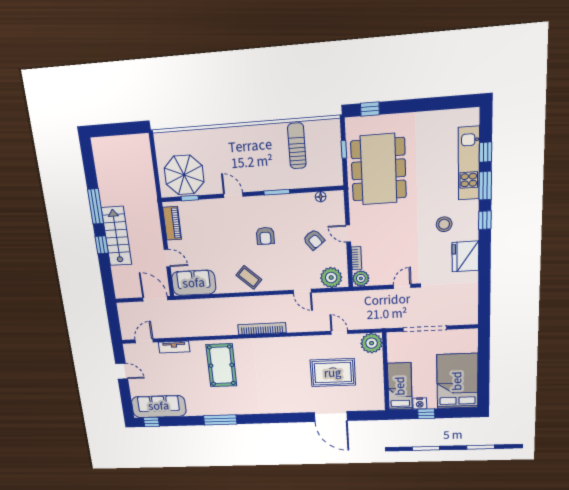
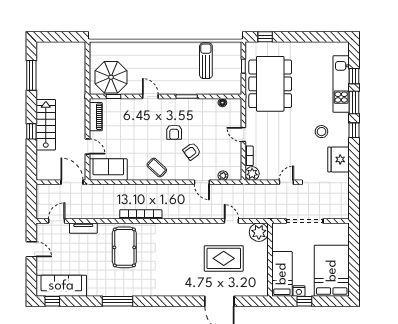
window: (96, 206) -> (31, 75), moved
armchair: (314, 240) -> (192, 151), moved, turned 91
plant: (331, 278) -> (223, 176), width x0.53, depth x0.53
bookcase: (262, 329) -> (141, 214), moved

